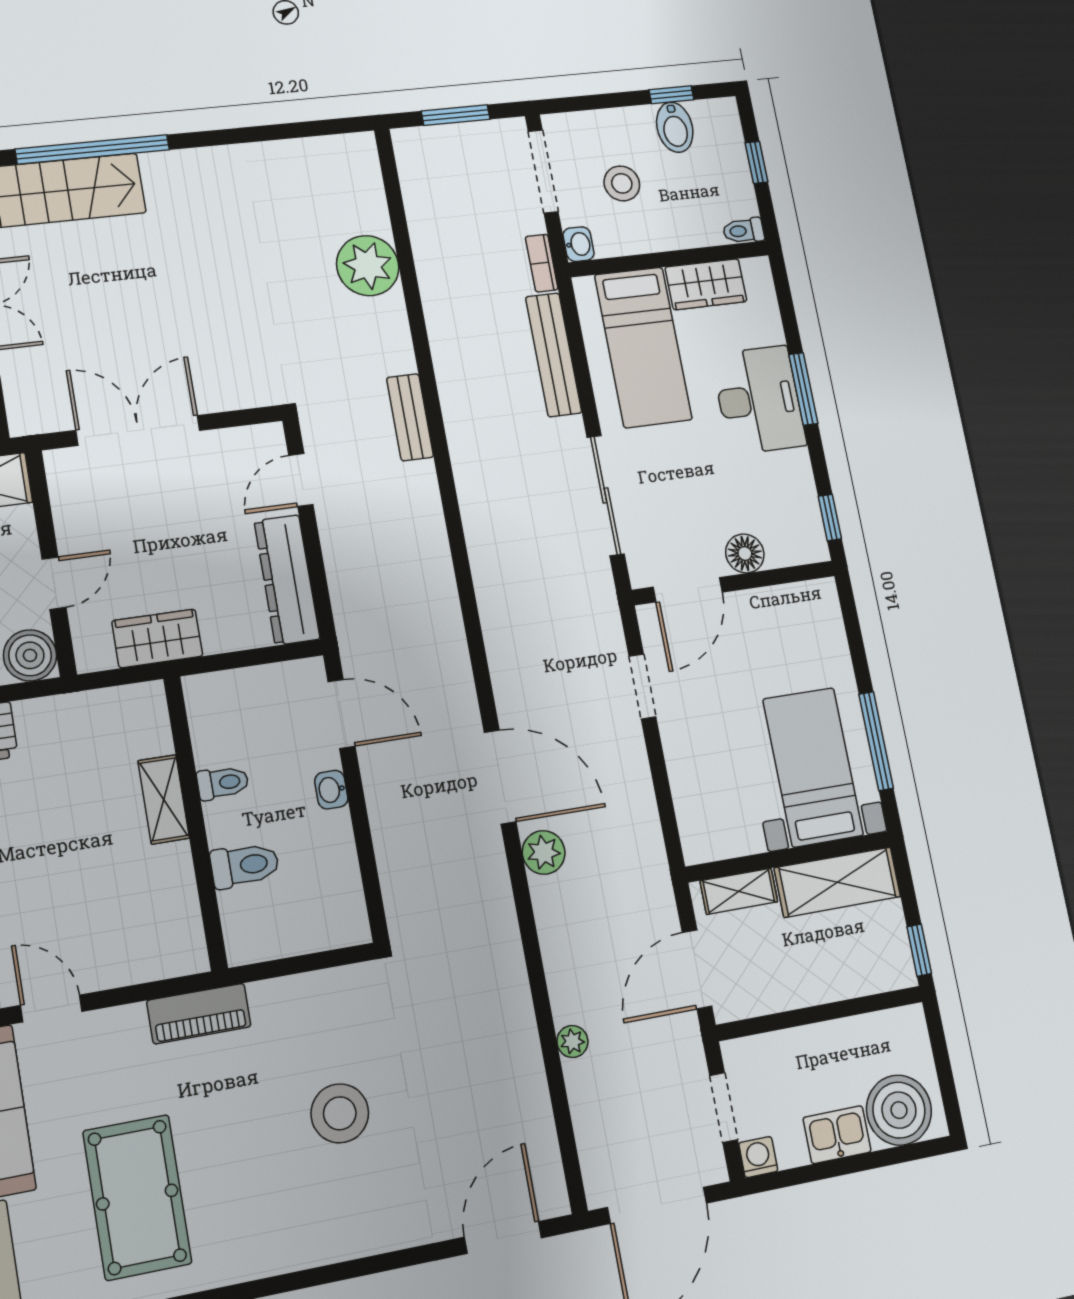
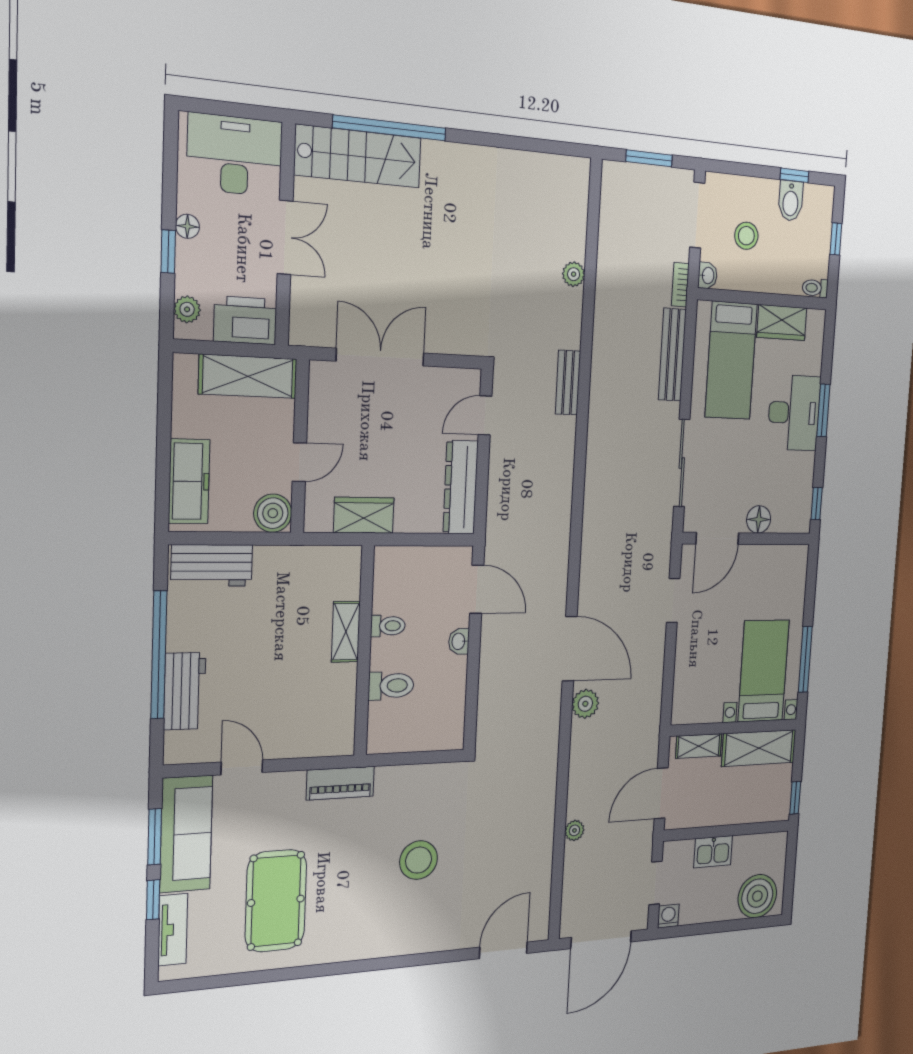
plant: (368, 266) -> (574, 274), width x0.53, depth x0.53
kitchen sink: (837, 1135) -> (713, 852), moved, turned 180

